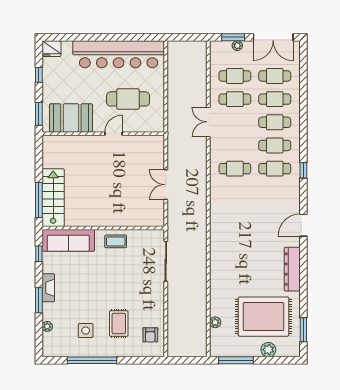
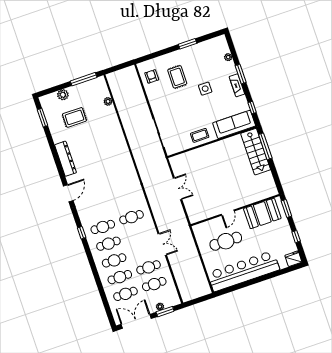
rug: (264, 317) -> (74, 117), width x0.54, depth x0.49
side table: (86, 331) -> (205, 89), moved
window: (92, 360) -> (188, 44), width x0.47

